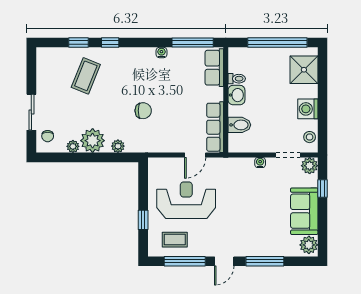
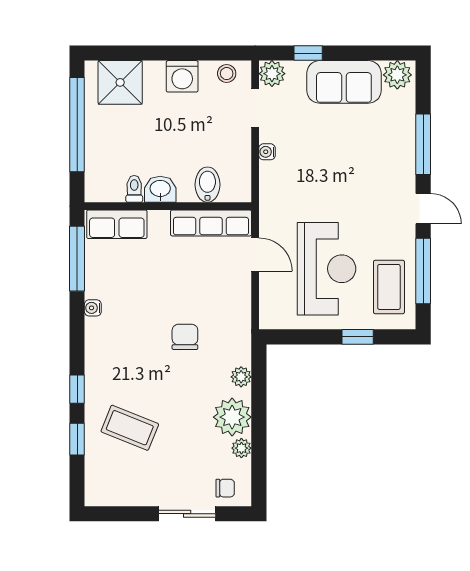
reception desk: (186, 200) -> (327, 269), turned 180
coffee table: (175, 240) -> (389, 287), width x1.36, depth x1.30

